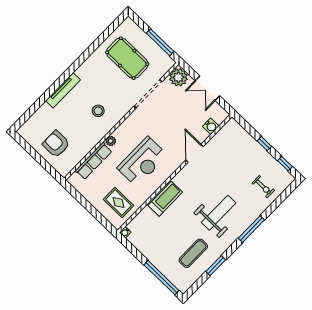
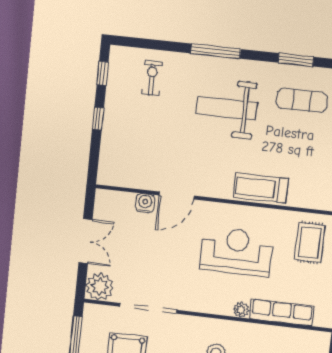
water cooler: (211, 126) -> (145, 203), moved

